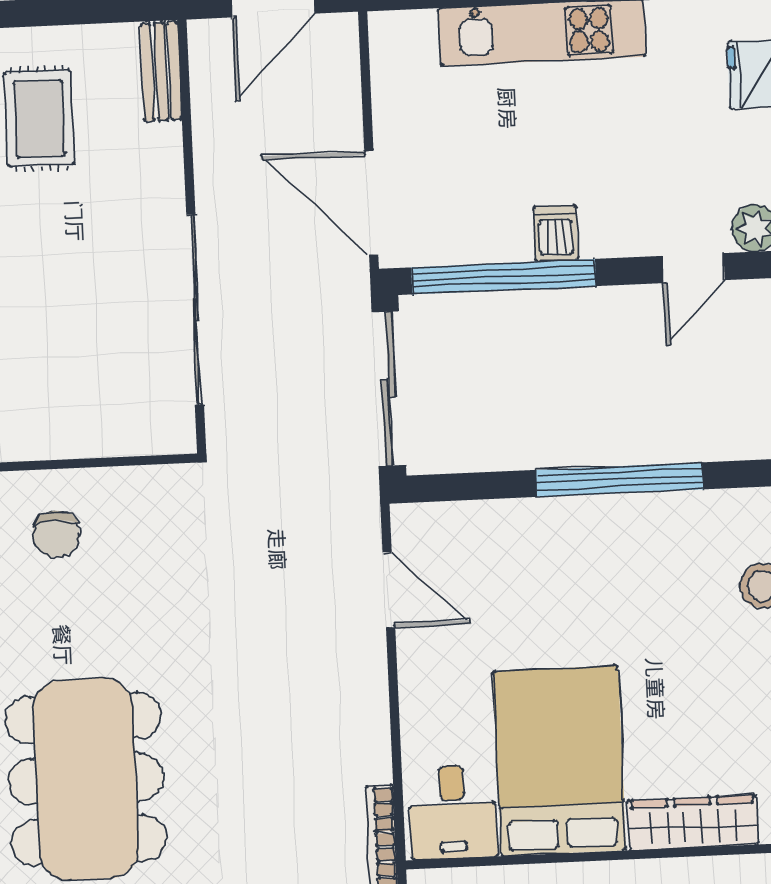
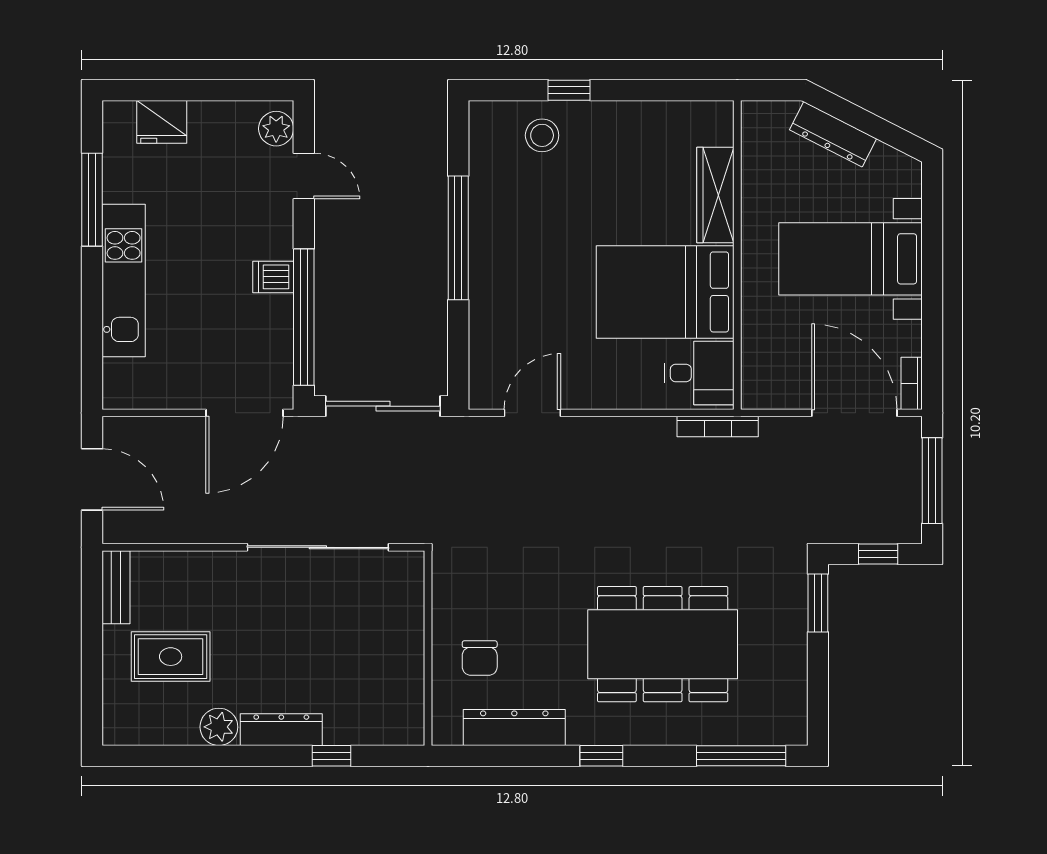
bench: (161, 71) -> (116, 587), moved, turned 90
chair: (56, 534) -> (480, 658), turned 90

